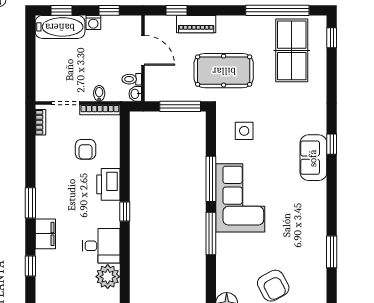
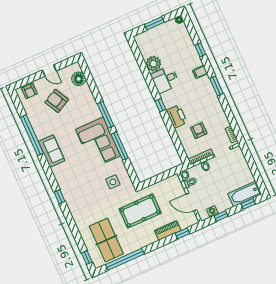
washing machine: (93, 22) -> (212, 212), moved
window: (180, 106) -> (156, 179), removed
sofa: (313, 158) -> (51, 151), moved
filing cabinet: (45, 234) -> (200, 72), width x0.50
window: (332, 252) -> (32, 135), width x2.11

